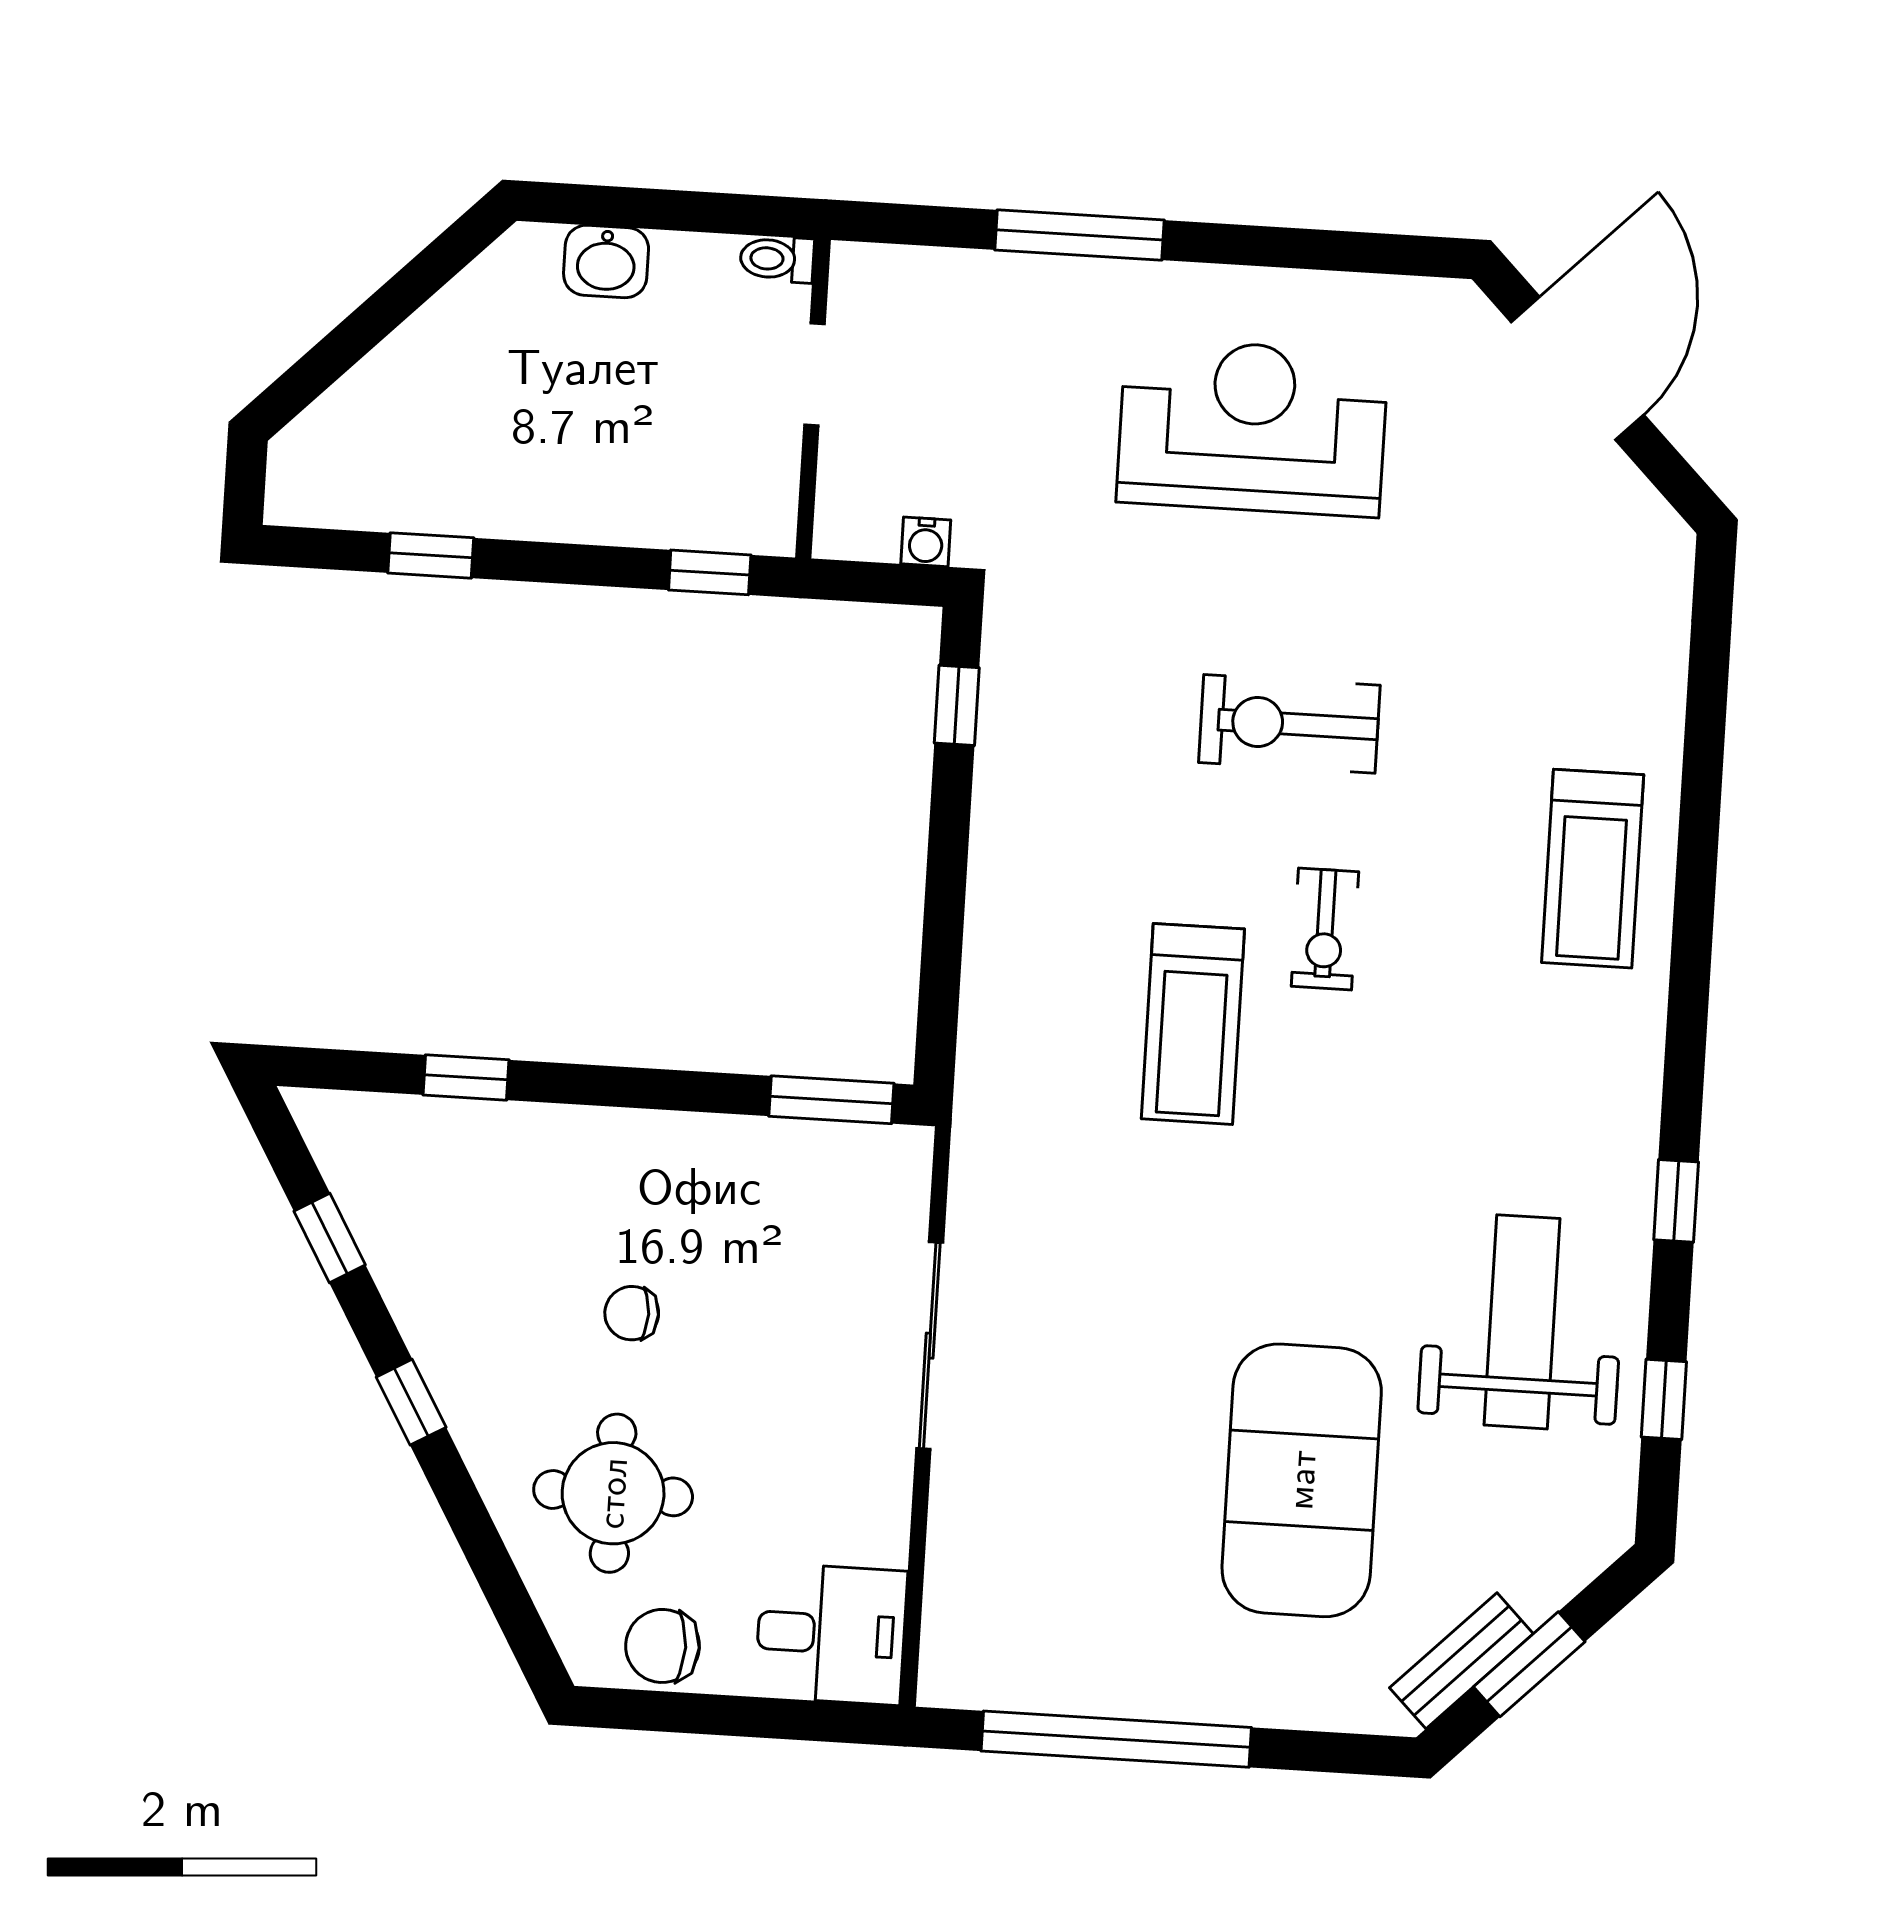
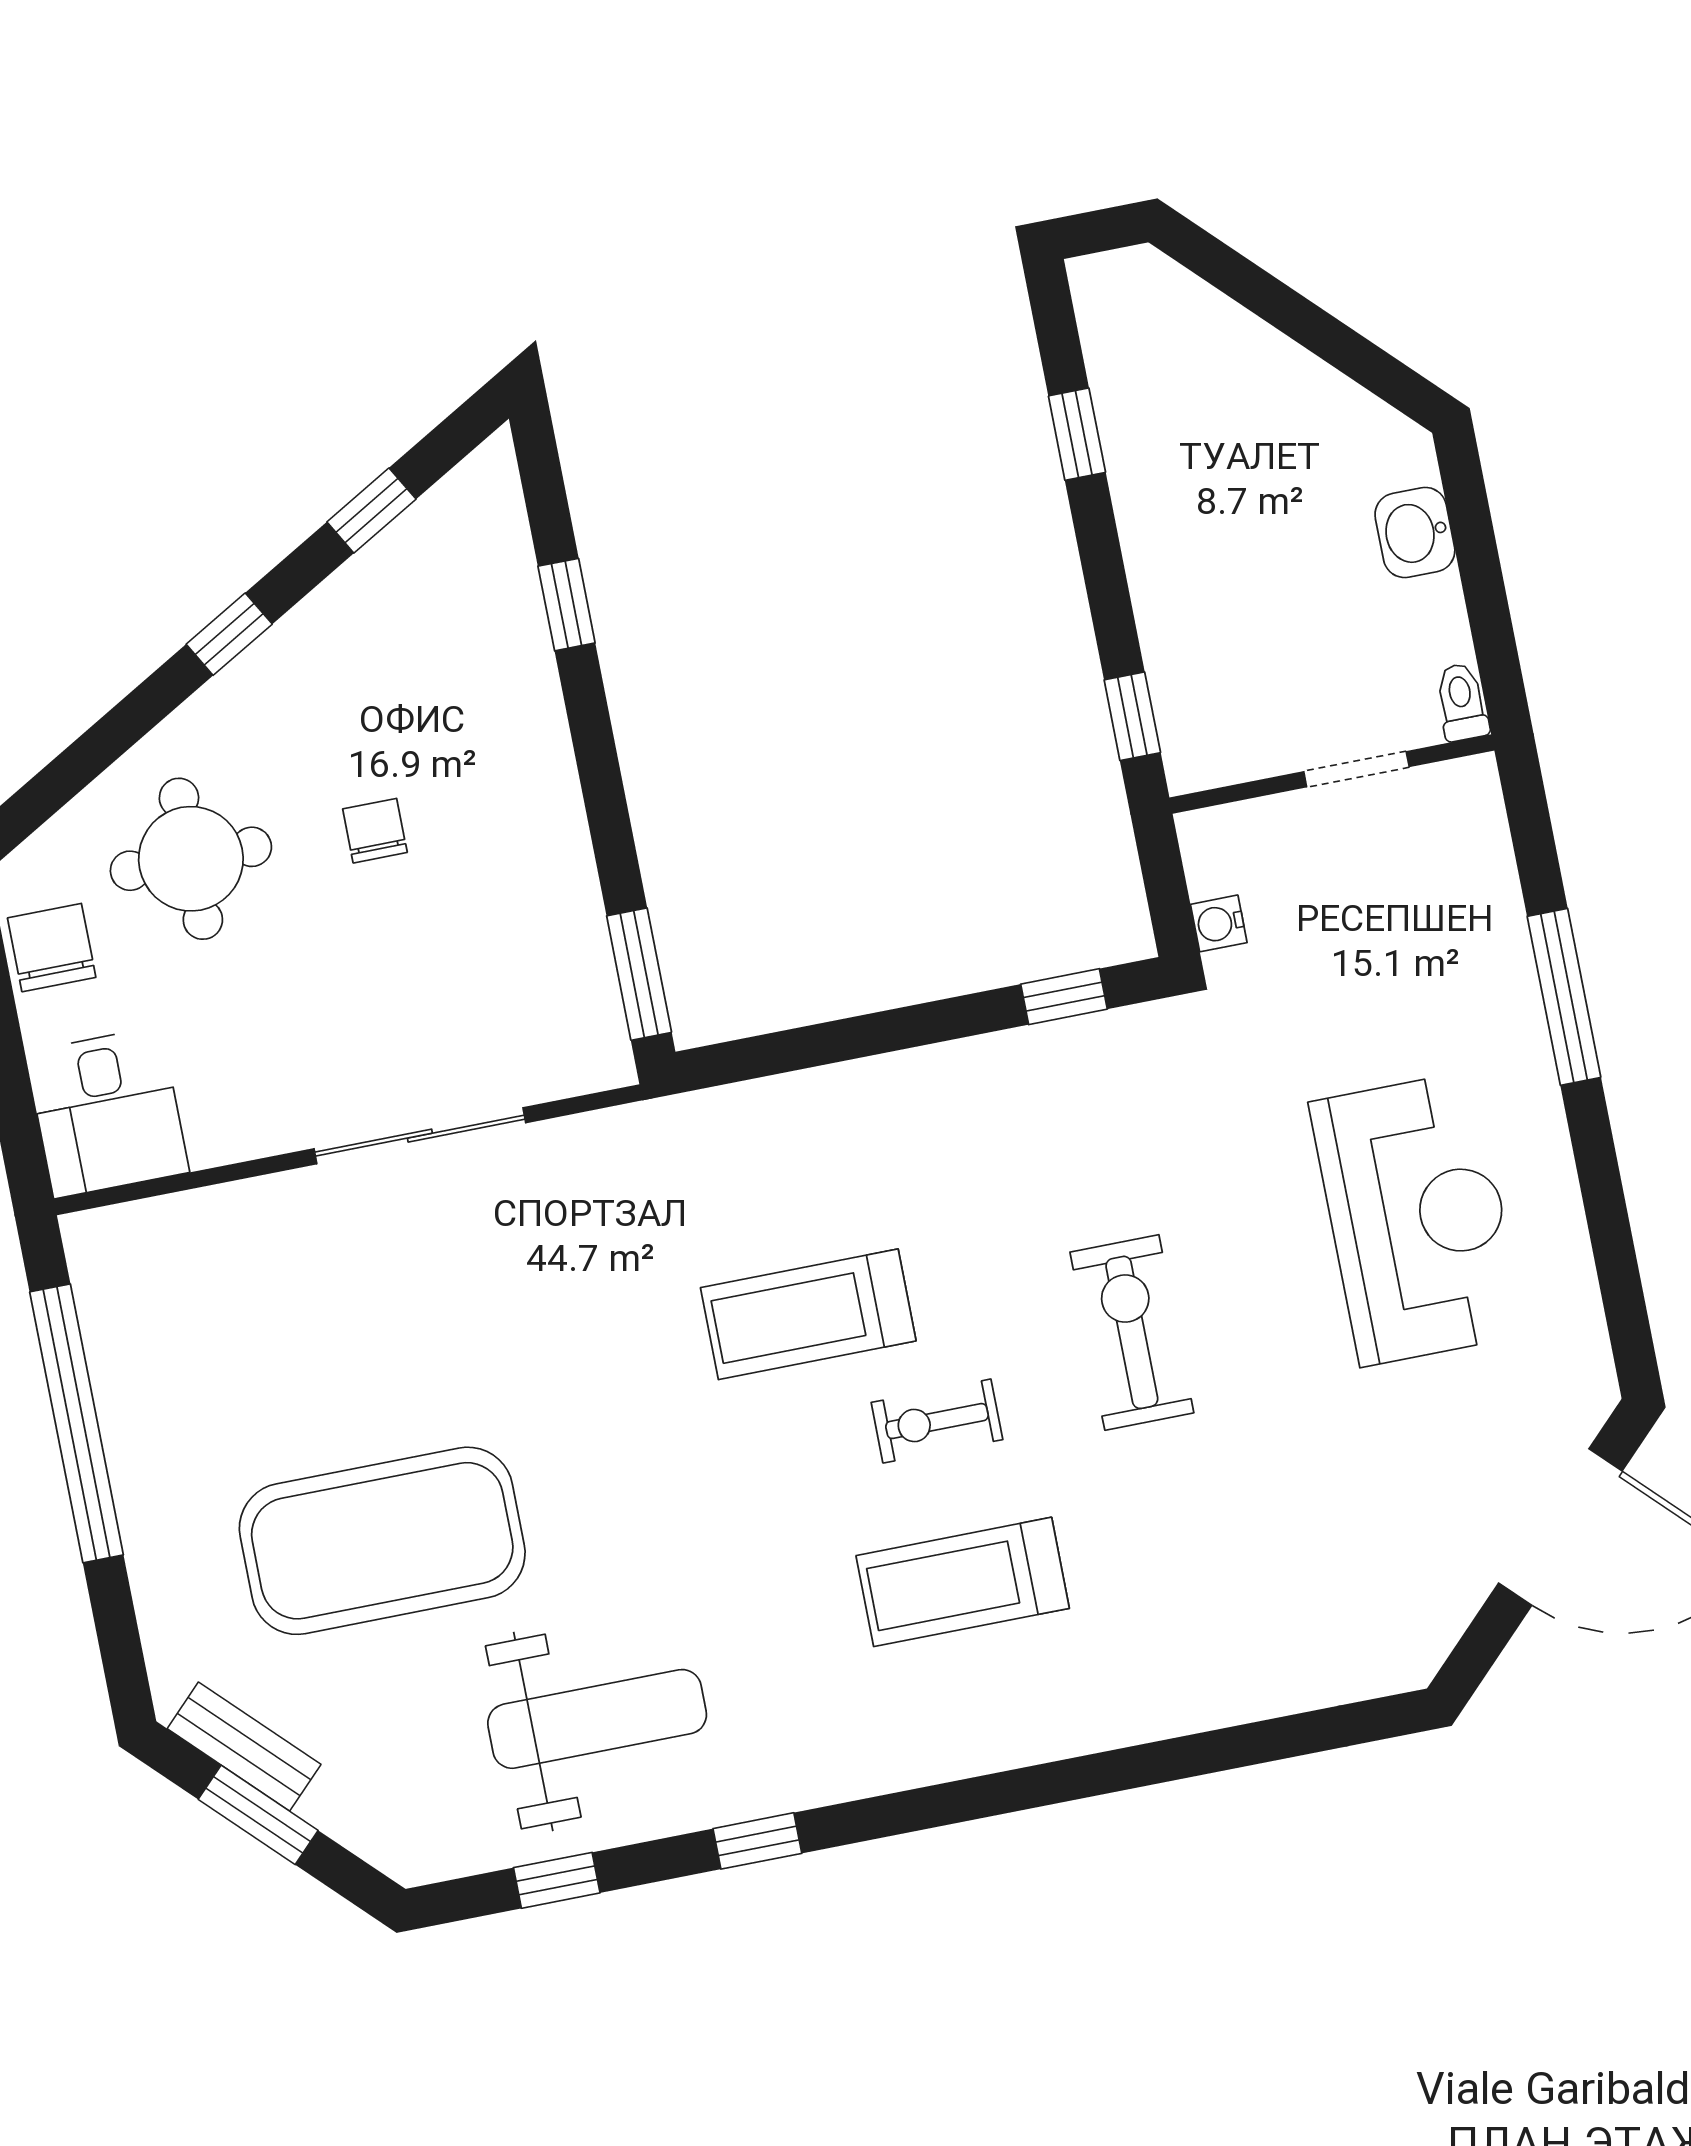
treadmill: (1593, 869) -> (963, 1582), moved

